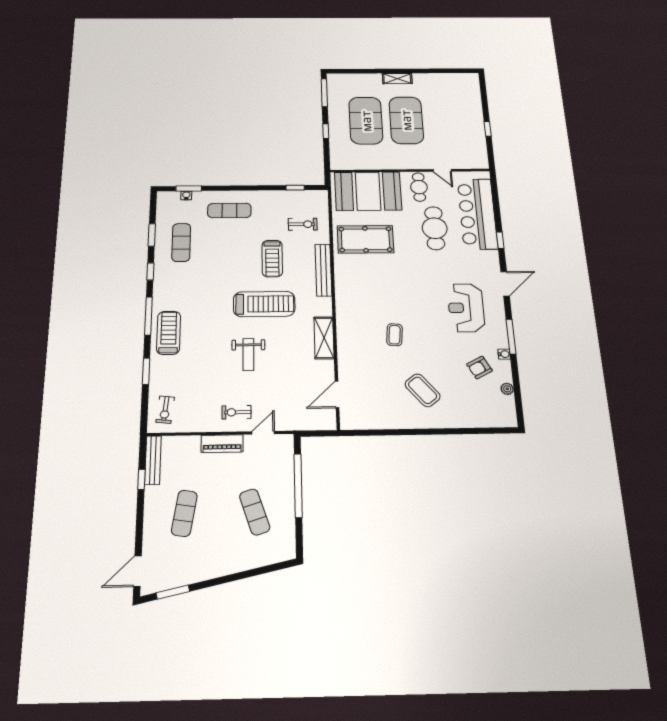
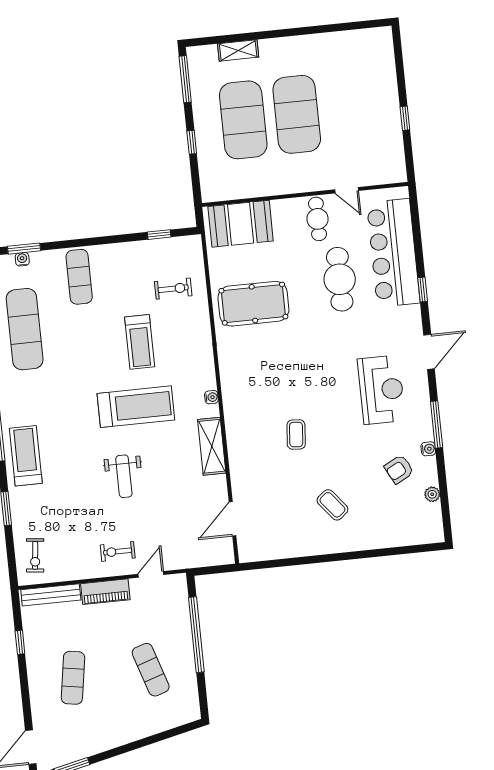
shelving: (397, 79) -> (238, 50), moved
booth: (368, 191) -> (241, 224), width x0.73, depth x0.70
exercise mat: (229, 211) -> (79, 277), turned 90
exercise mat: (181, 242) -> (25, 329), width x1.36, depth x1.45
bench: (323, 270) -> (204, 353), removed
water cooler: (327, 302) -> (211, 397), added
reception desk: (466, 308) -> (381, 390), turned 180
coffee table: (423, 390) -> (332, 505), width x0.73, depth x0.77
bench: (153, 460) -> (51, 595), moved, turned 90

